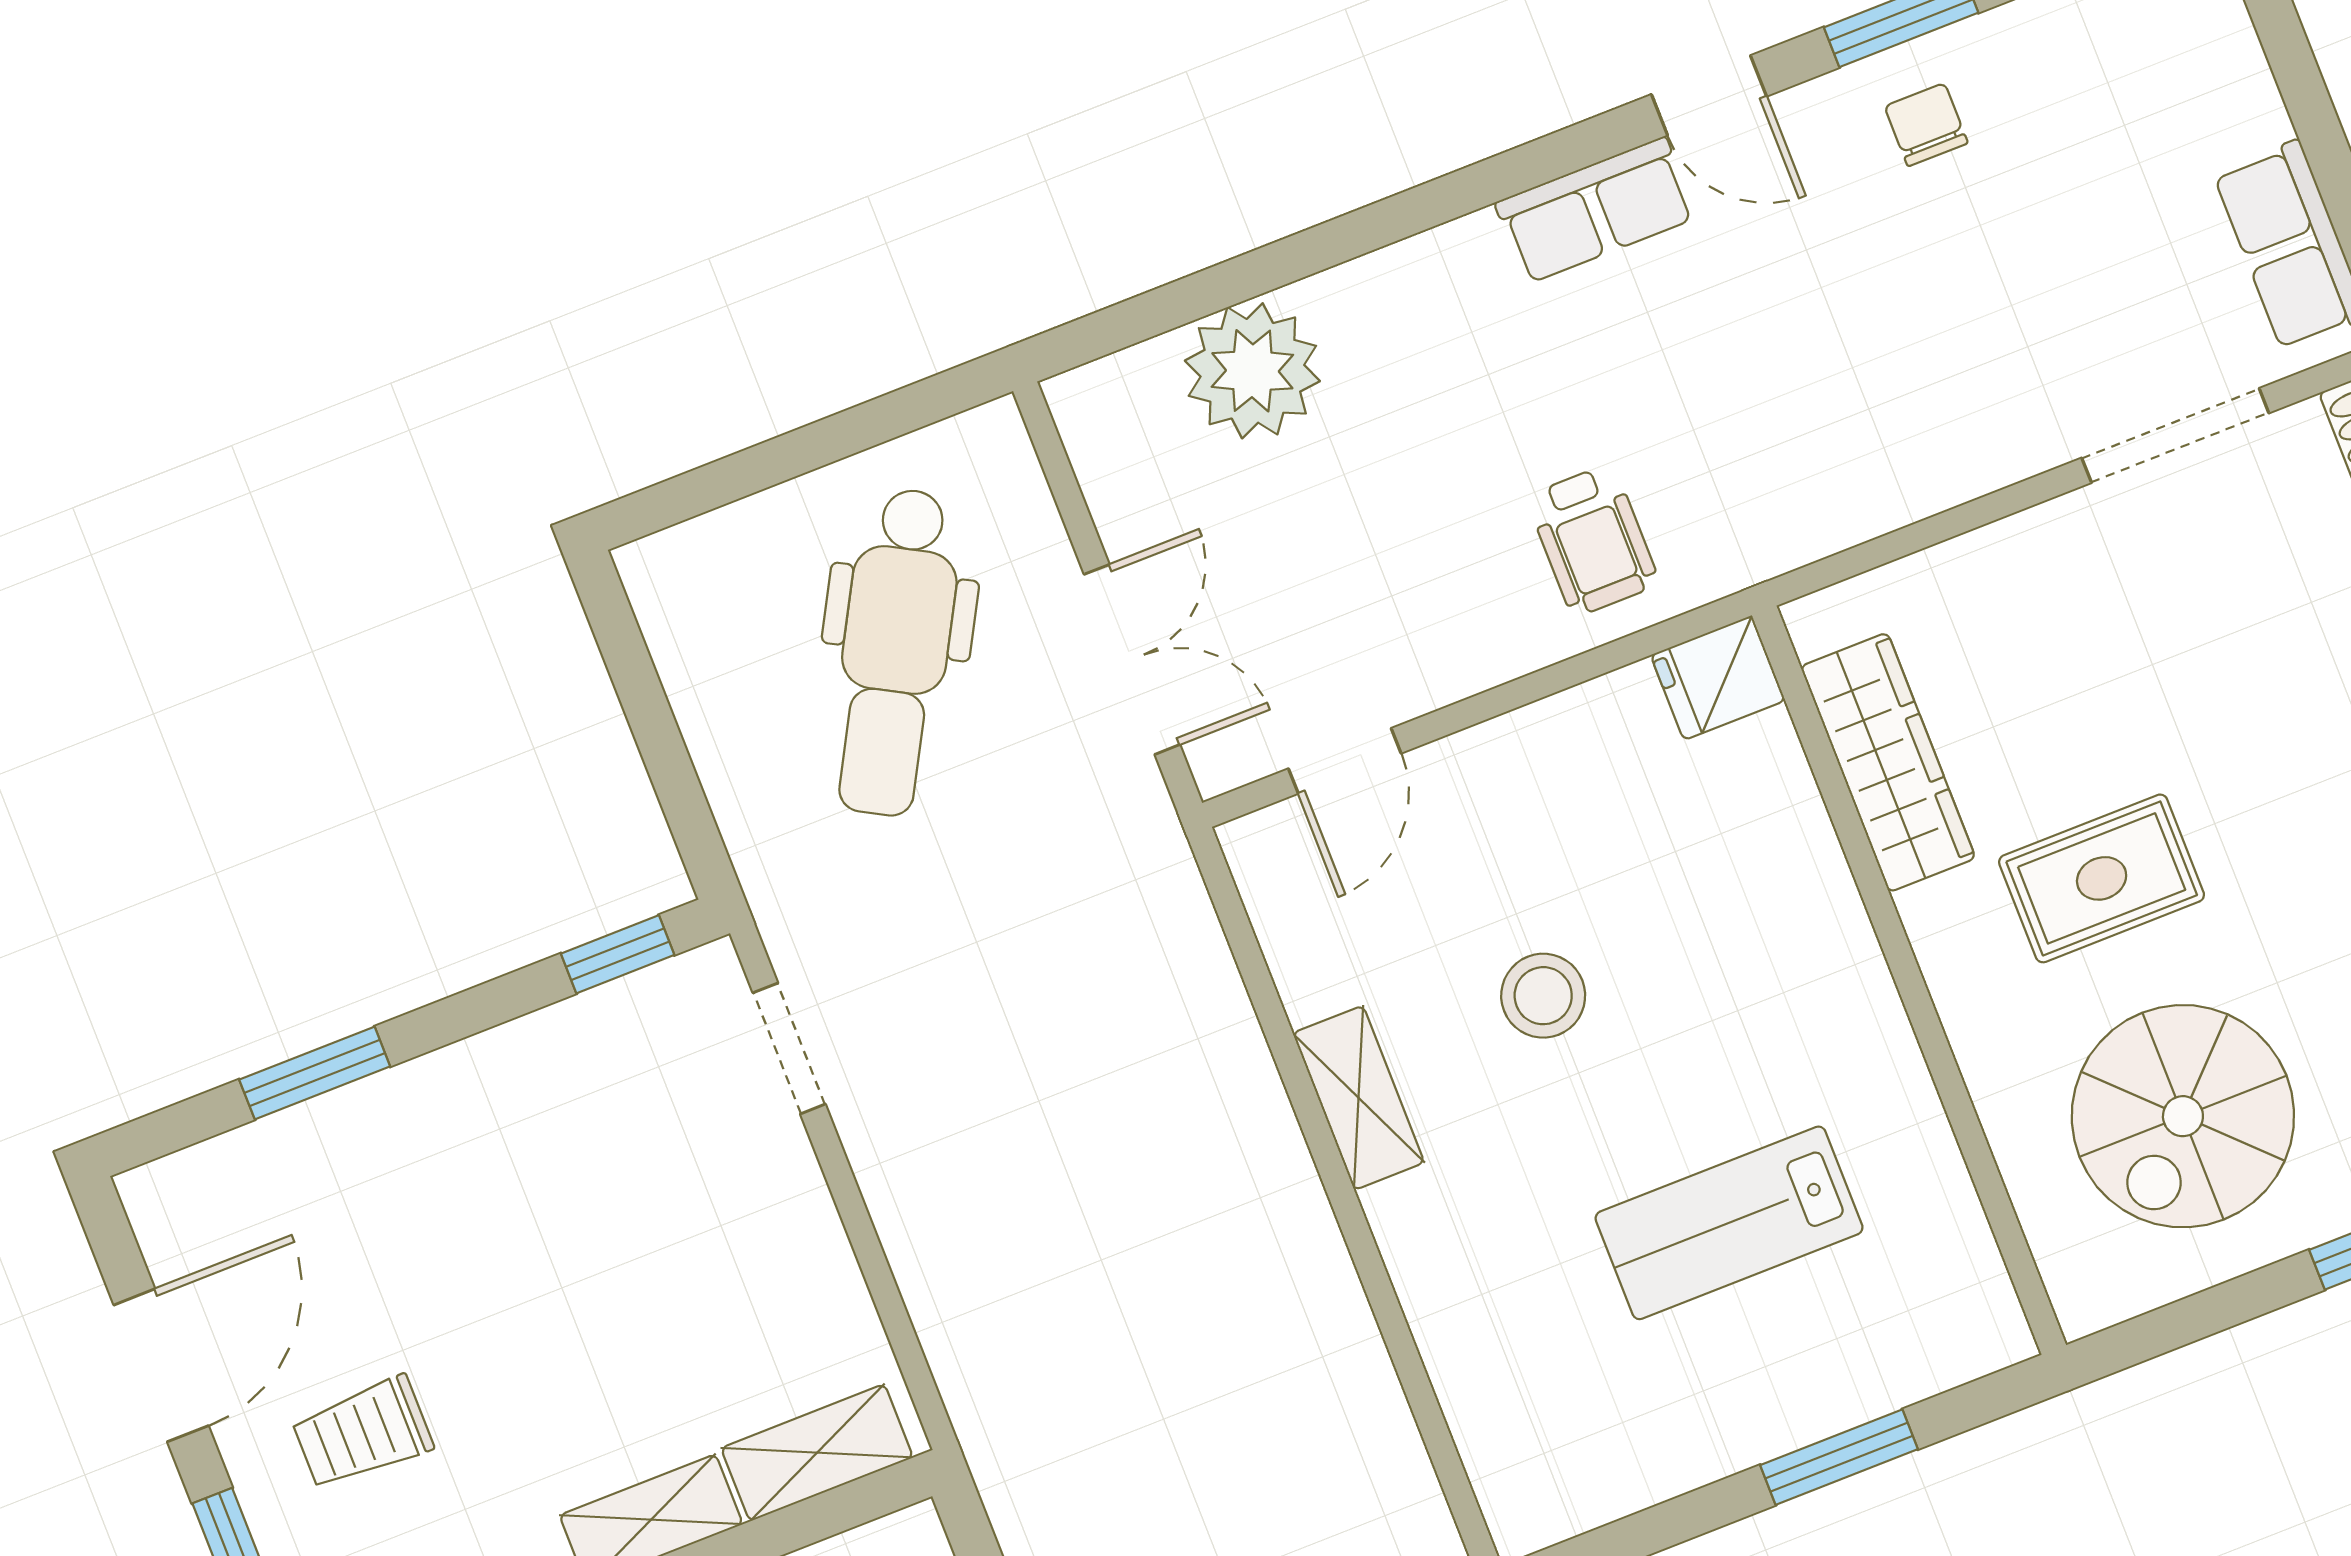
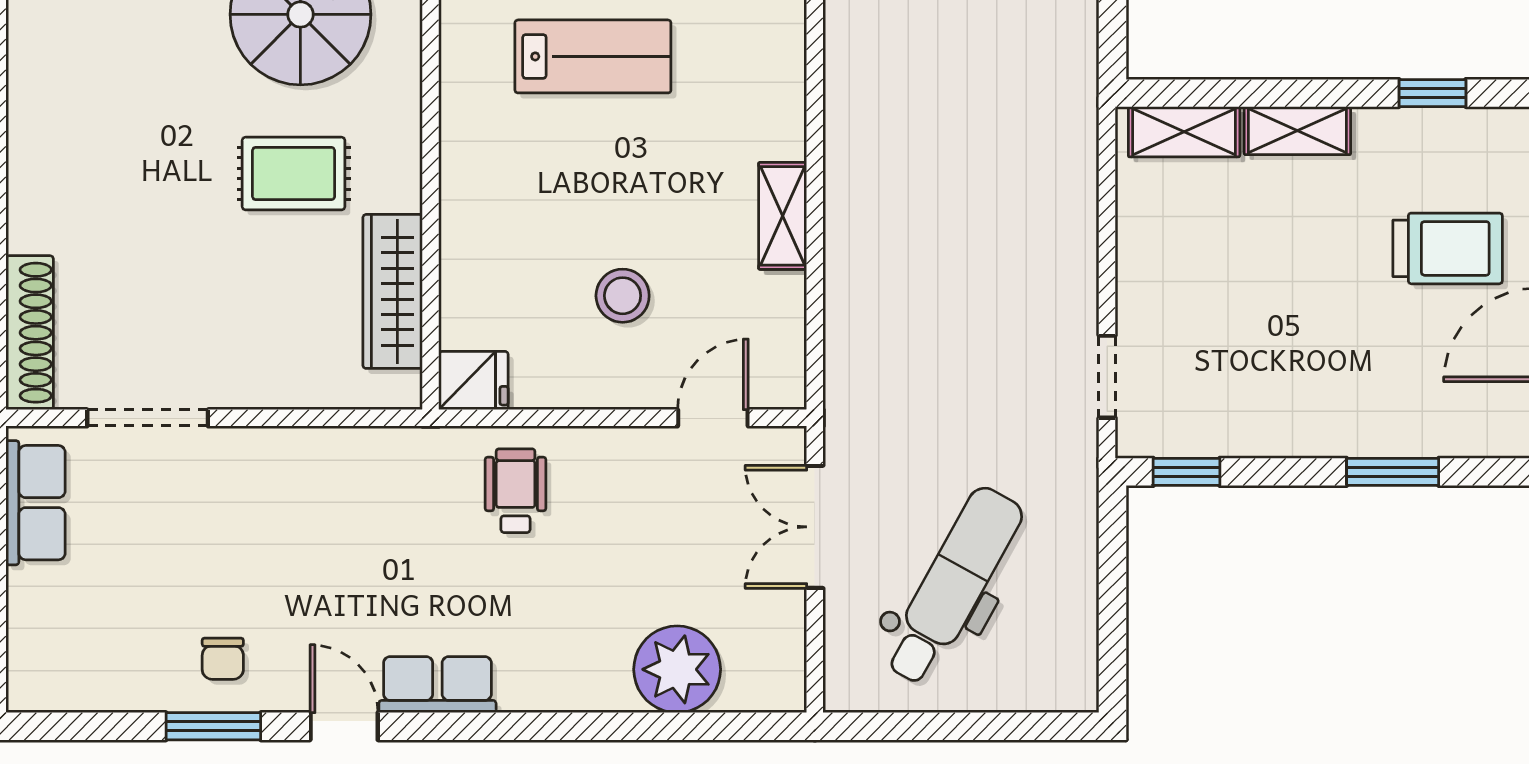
stool: (1543, 996) -> (623, 296), moved
trolley: (363, 1433) -> (1448, 248), width x1.36, depth x1.39

